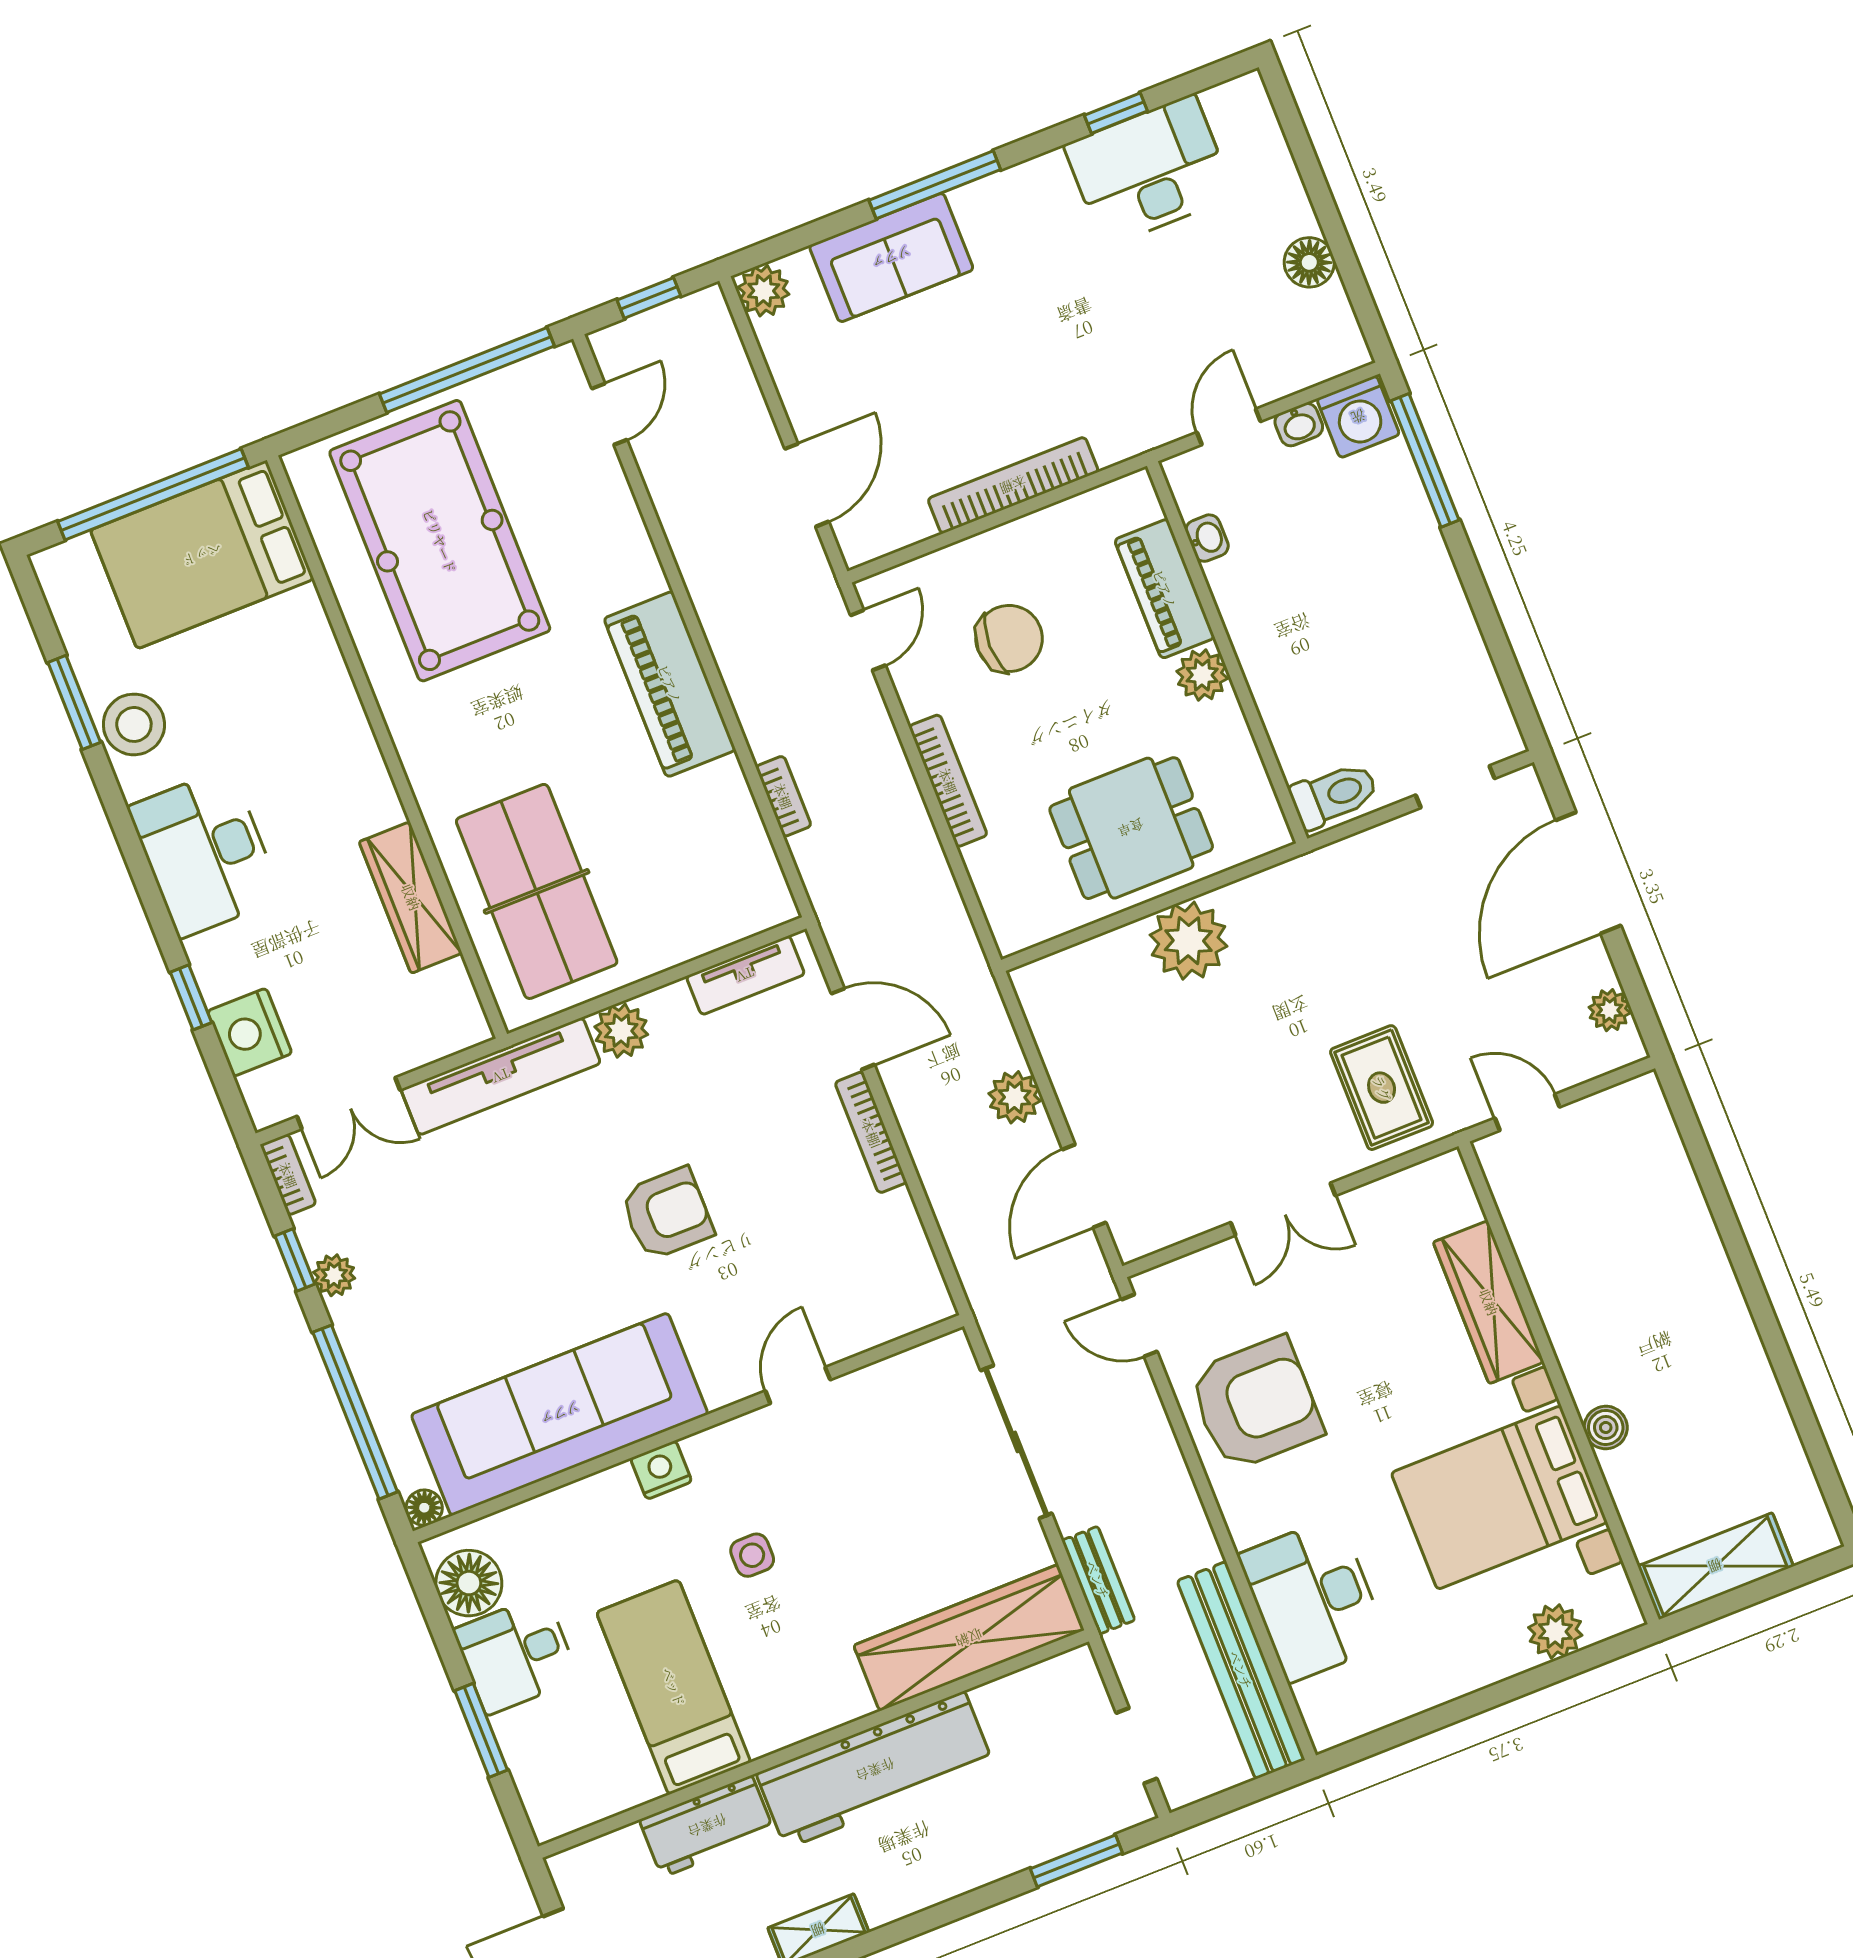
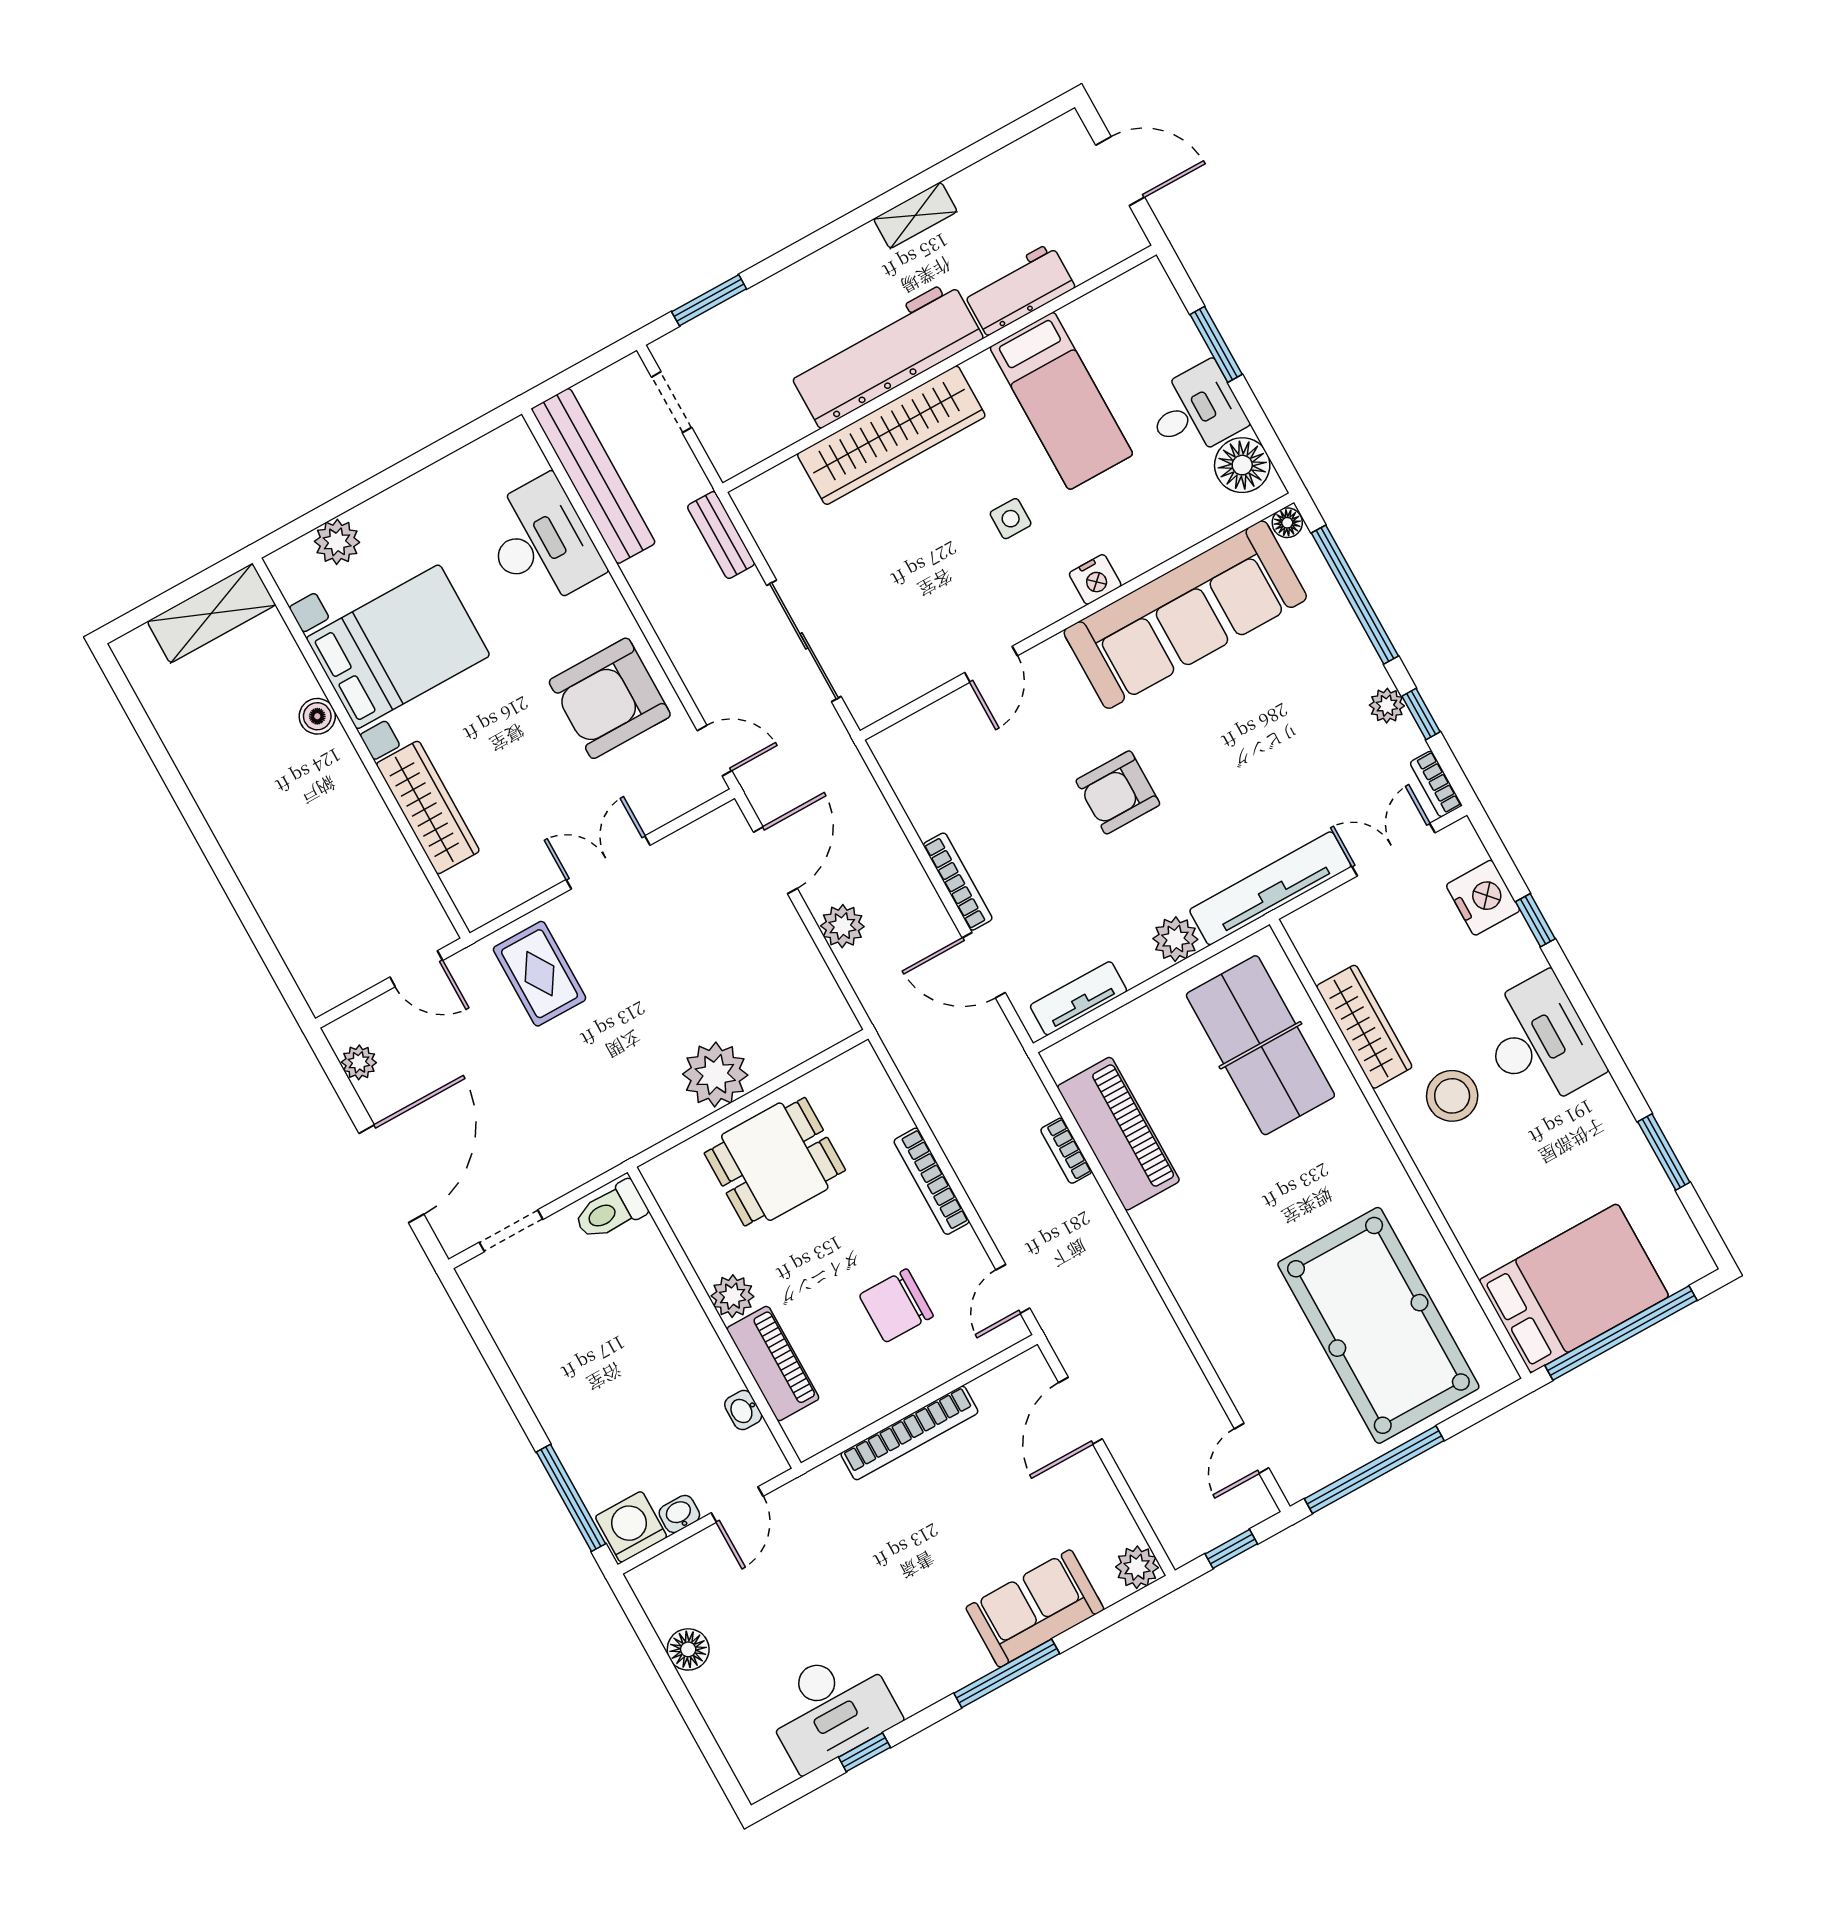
piano: (670, 684) -> (1118, 1134), moved
stool: (134, 724) -> (1452, 1096), moved
wardrobe: (969, 1638) -> (891, 435), moved

